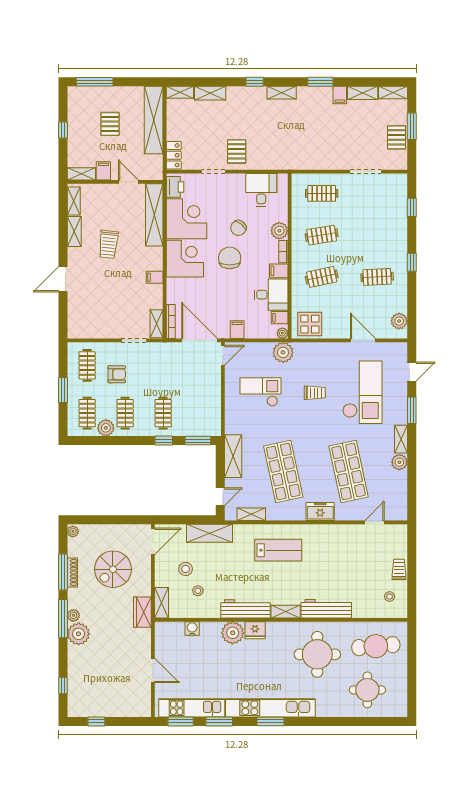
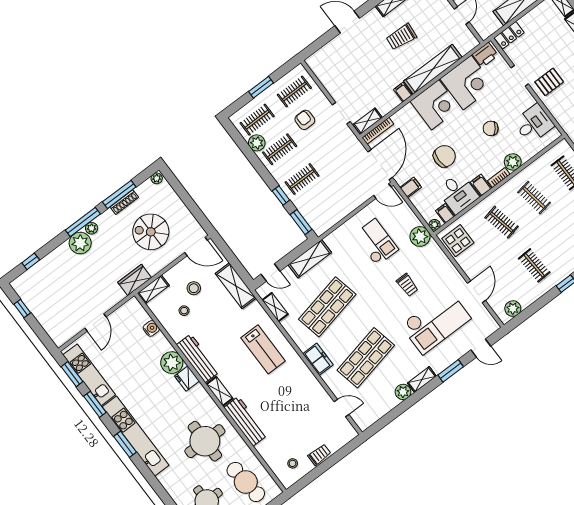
shelving: (154, 215) -> (433, 69), moved
chair: (230, 258) -> (444, 156), moved
armchair: (117, 374) -> (305, 120), turned 180

